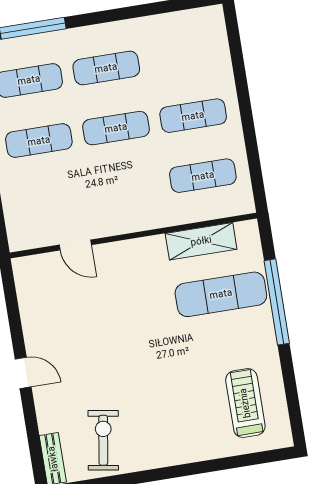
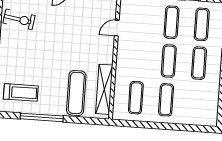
shelving: (201, 241) -> (104, 89), width x1.47
window: (277, 302) -> (42, 117), moved

